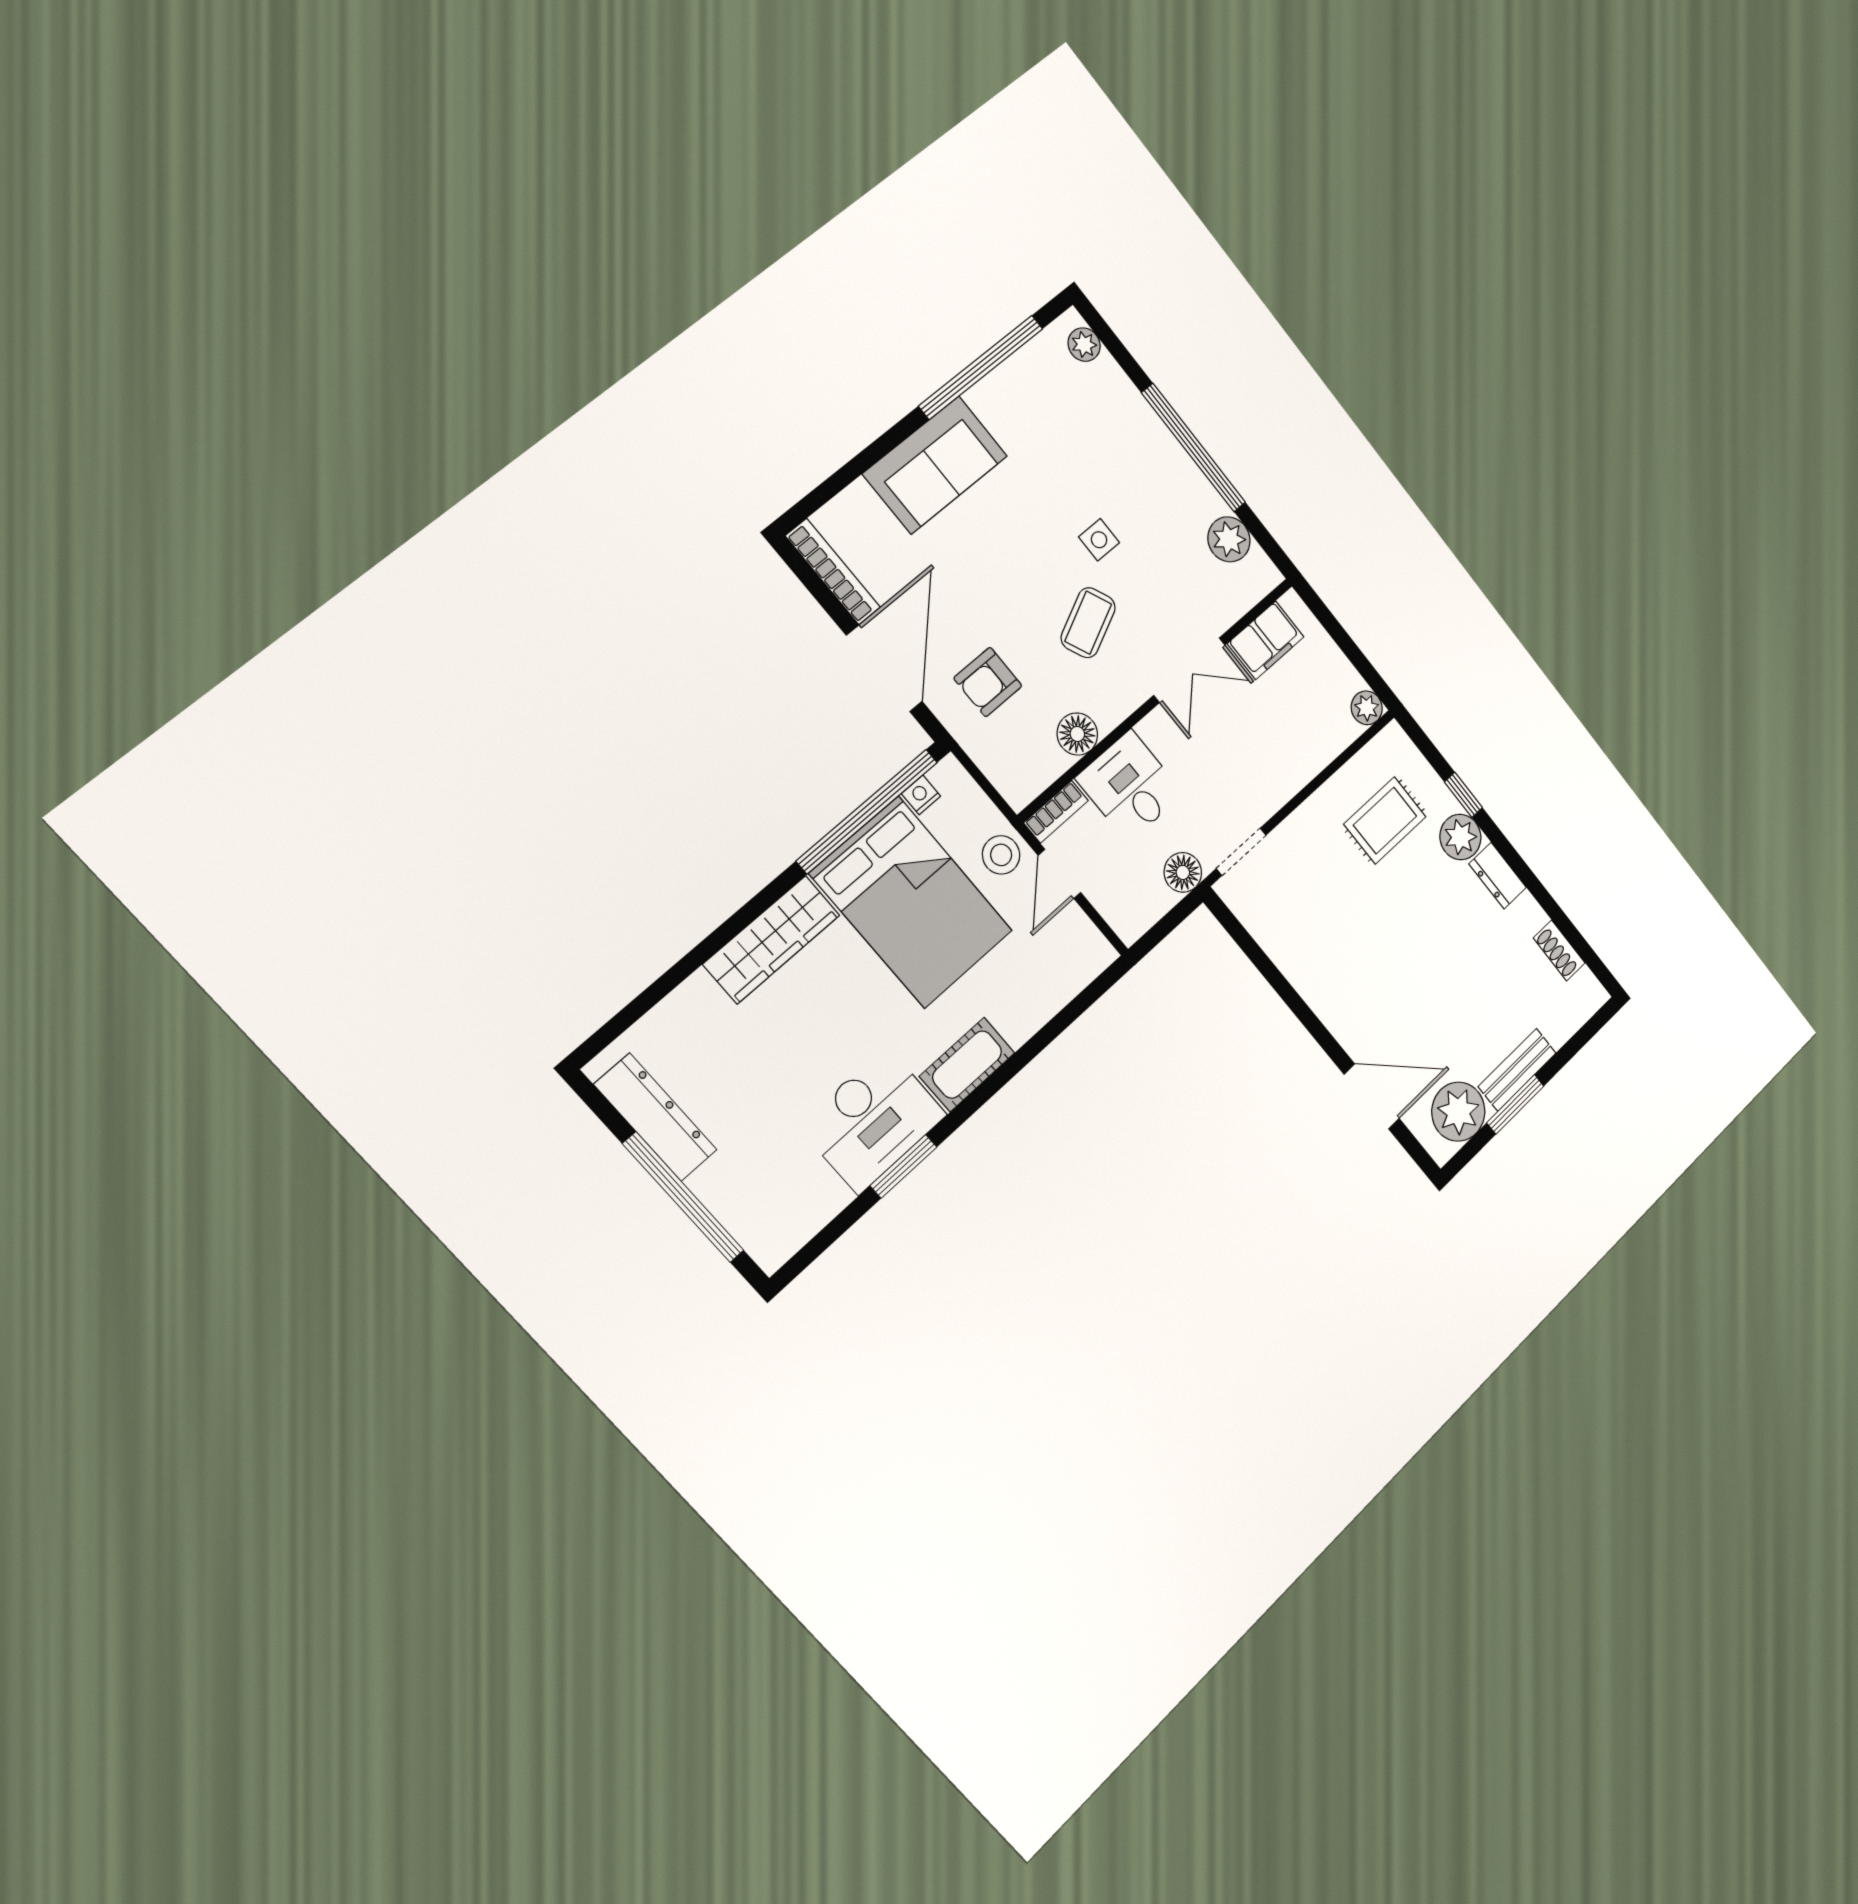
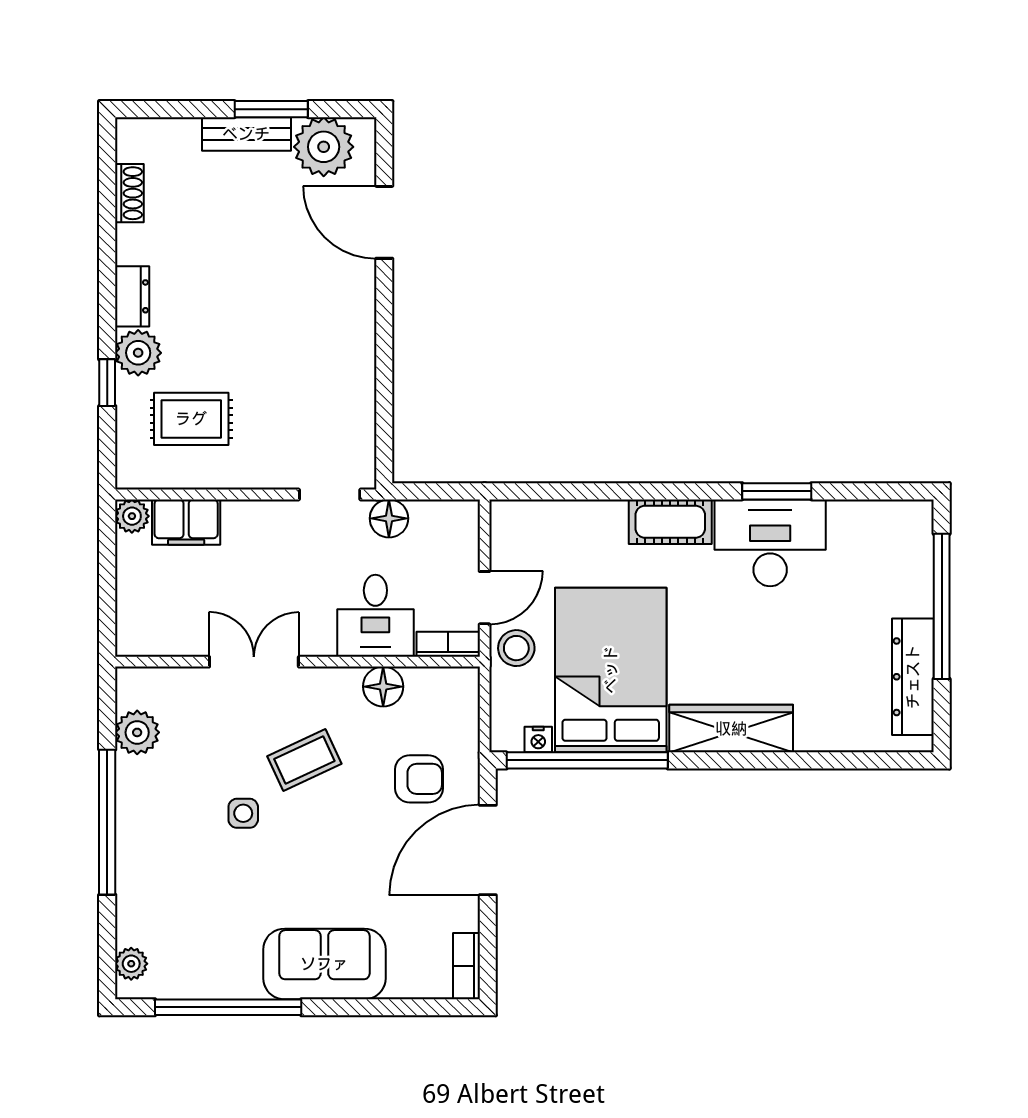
bookcase: (833, 572) -> (467, 966), width x0.64
filing cabinet: (1266, 640) -> (186, 522), moved, turned 180

